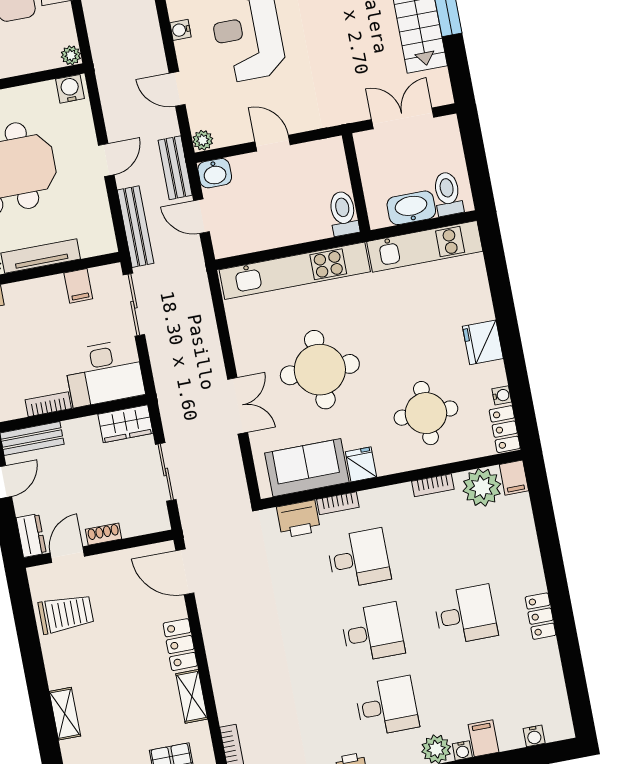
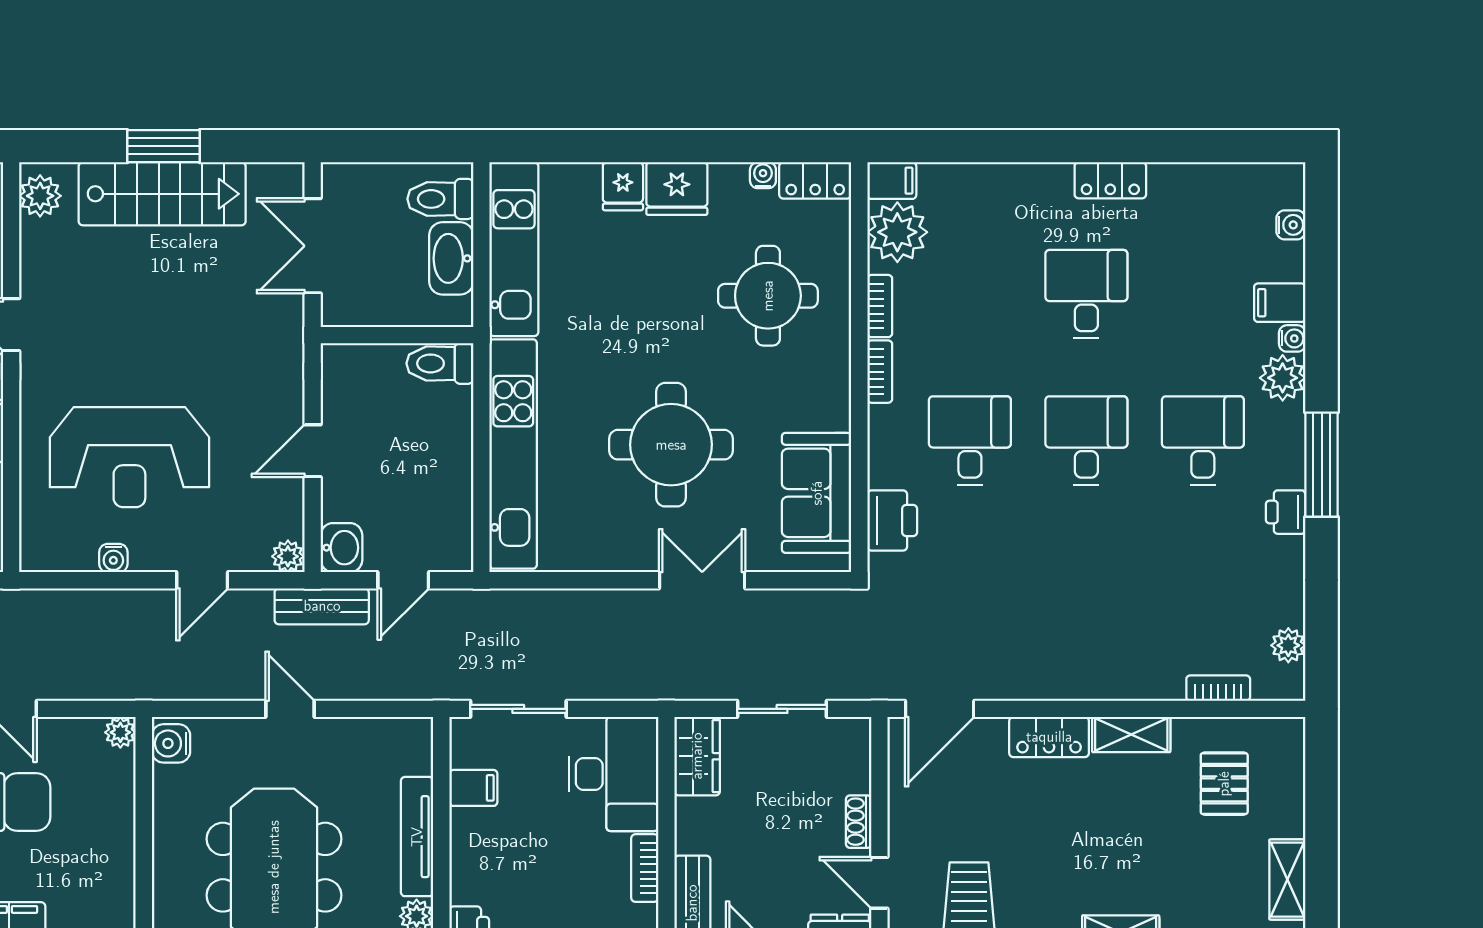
bench: (136, 227) -> (400, 684), removed
fridge: (361, 464) -> (623, 186), moved, turned -90
bookcase: (338, 503) -> (880, 372), moved

